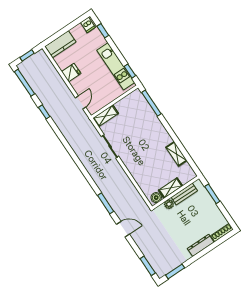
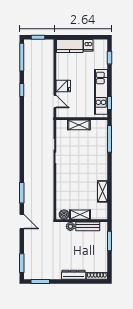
dishwasher: (88, 25) -> (88, 45), moved
fridge: (71, 73) -> (63, 86), moved
door: (80, 102) -> (55, 102), hinge flipped
shelving: (106, 116) -> (79, 125), moved

